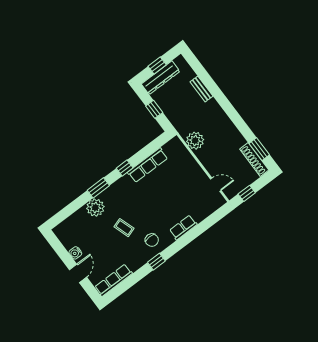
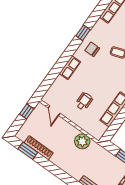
shoe rack: (254, 159) -> (39, 148), moved
wheelchair: (179, 185) -> (84, 101), added
door: (216, 185) -> (54, 111), hinge flipped

